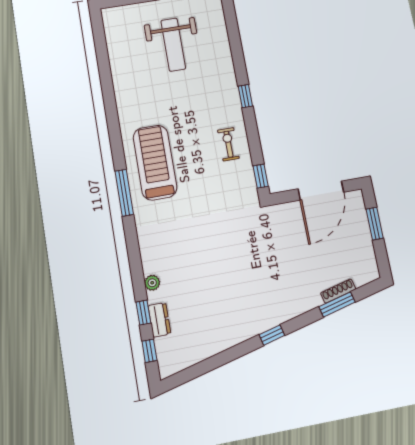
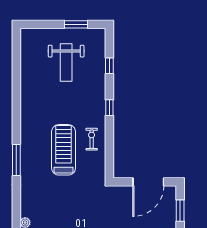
treadmill: (155, 163) -> (64, 150), moved
window: (261, 176) -> (109, 66), moved

